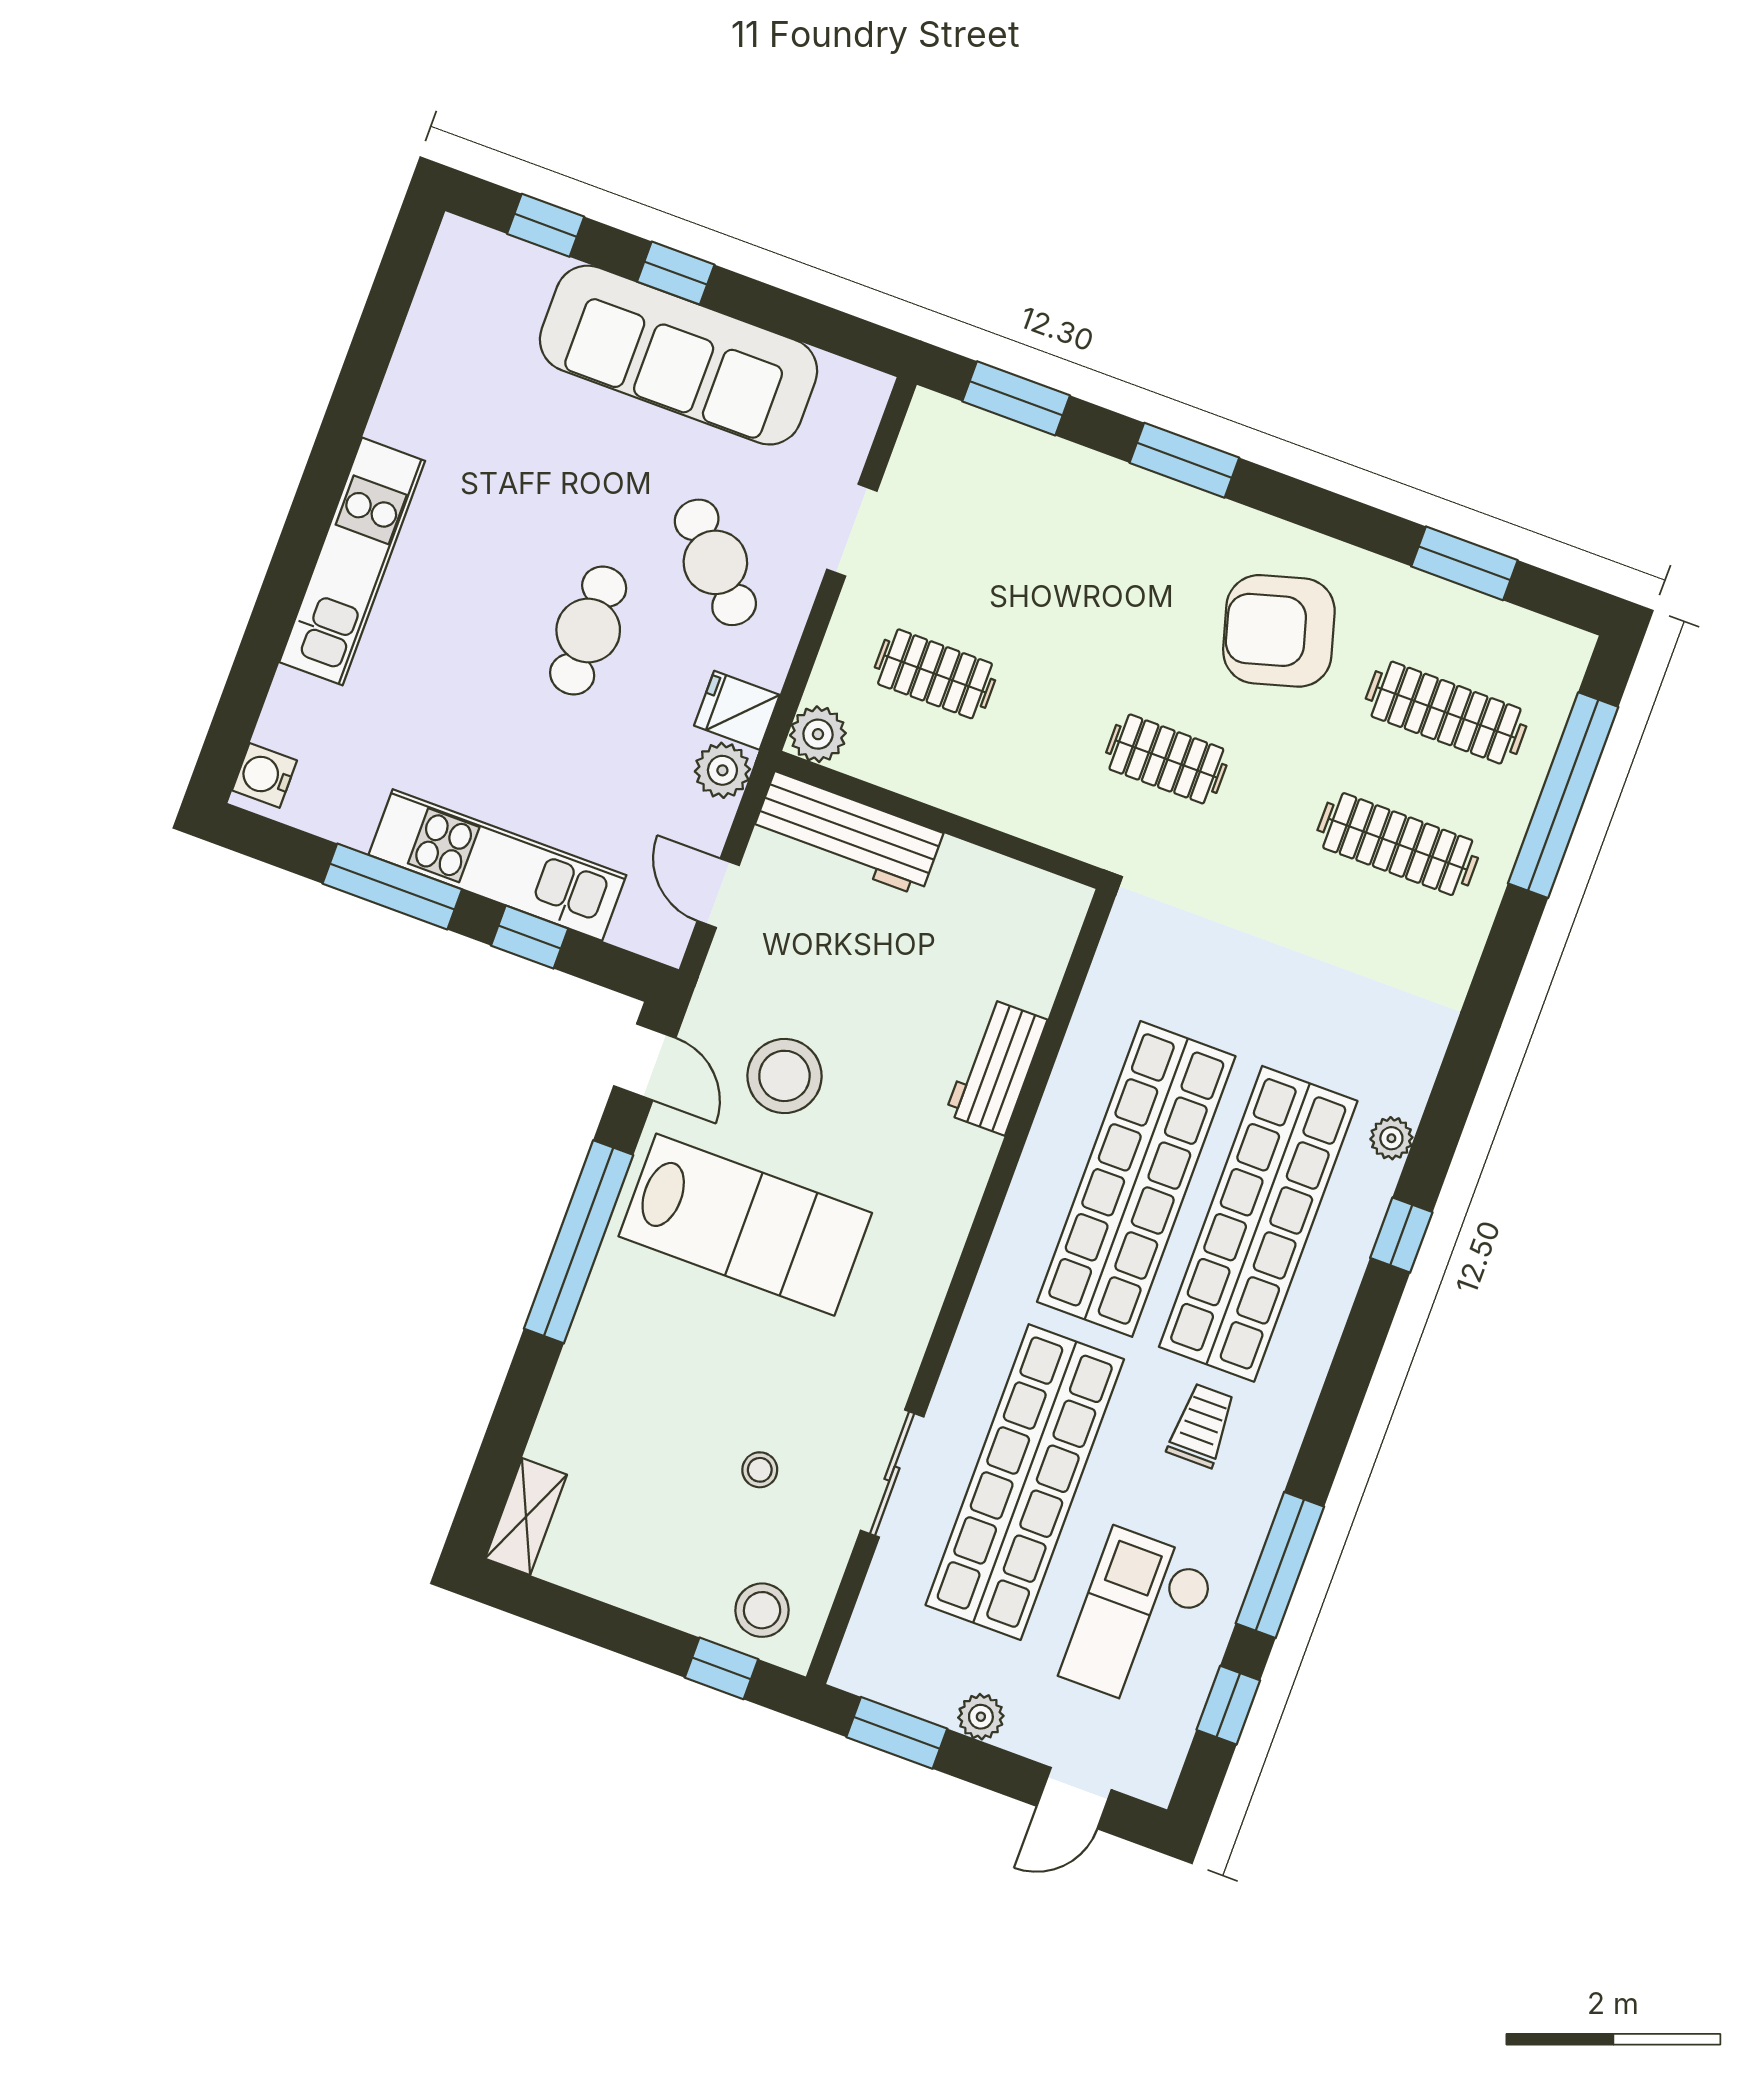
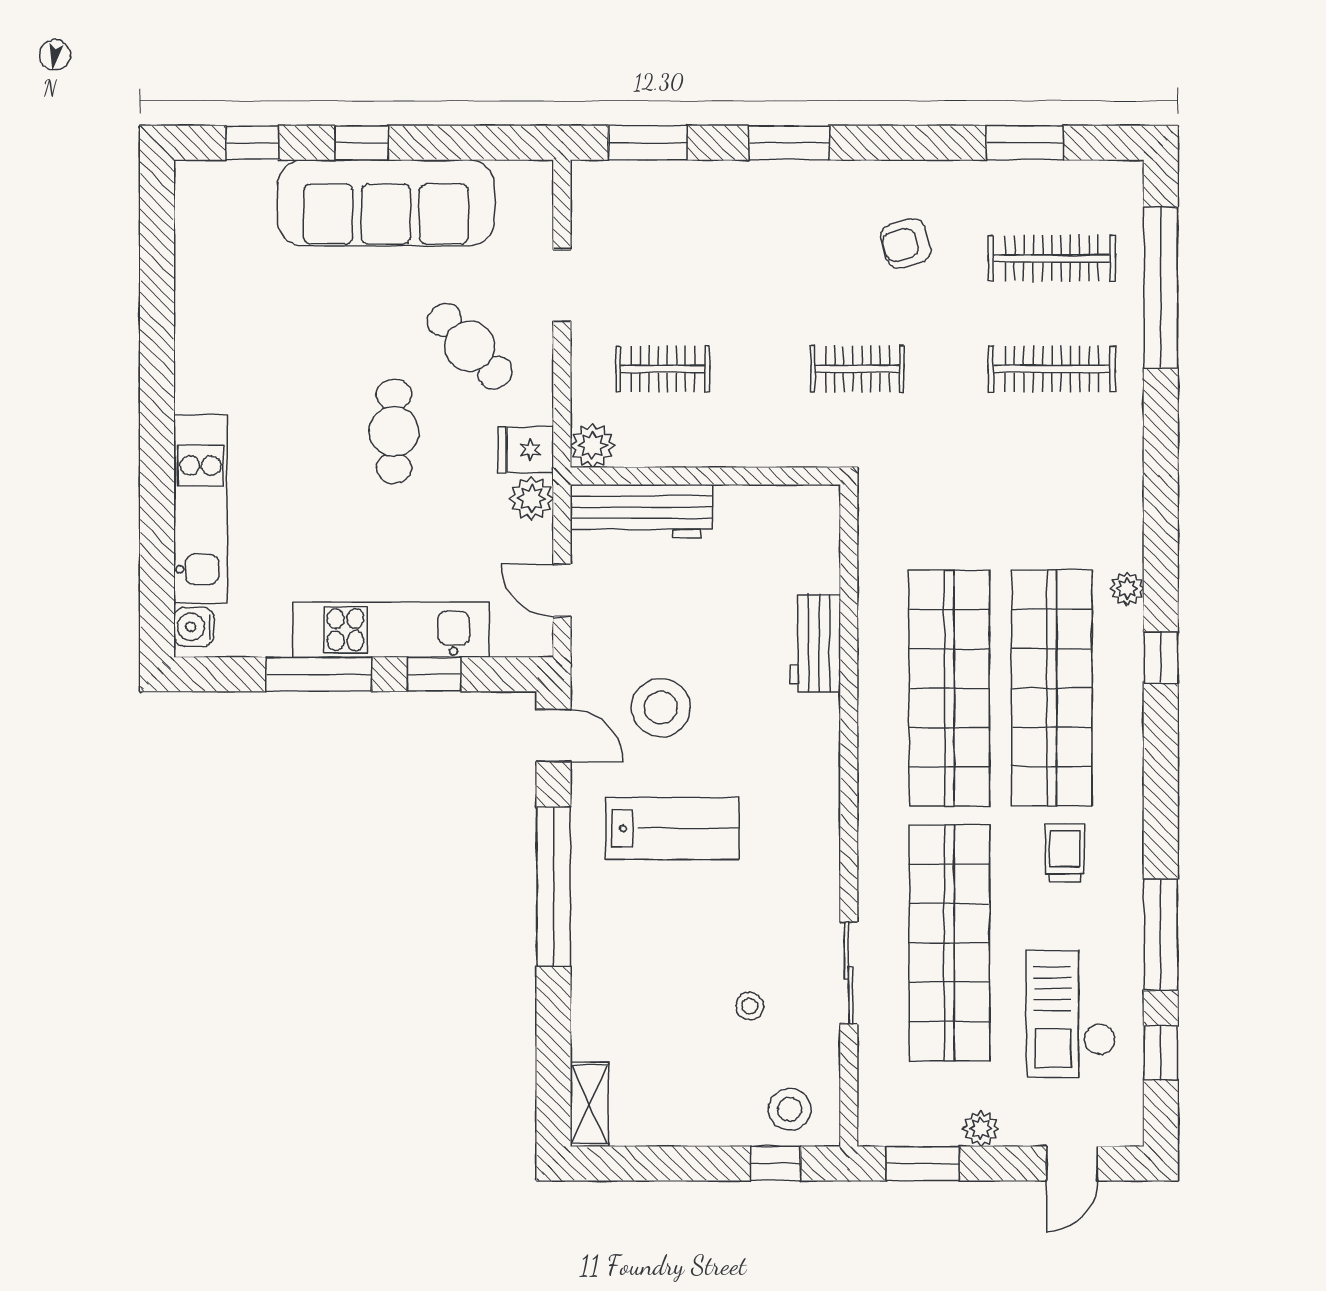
kitchen unit: (352, 561) -> (201, 509), moved
armchair: (1279, 631) -> (906, 243), width x0.53, depth x0.53
lab bench: (745, 1225) -> (672, 828), width x0.73, depth x0.72

